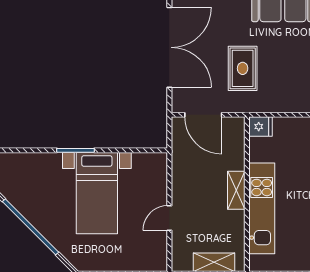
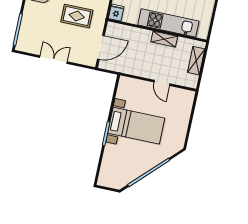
double door: (169, 47) -> (54, 60), width x0.54
shelving: (236, 190) -> (164, 39), moved

